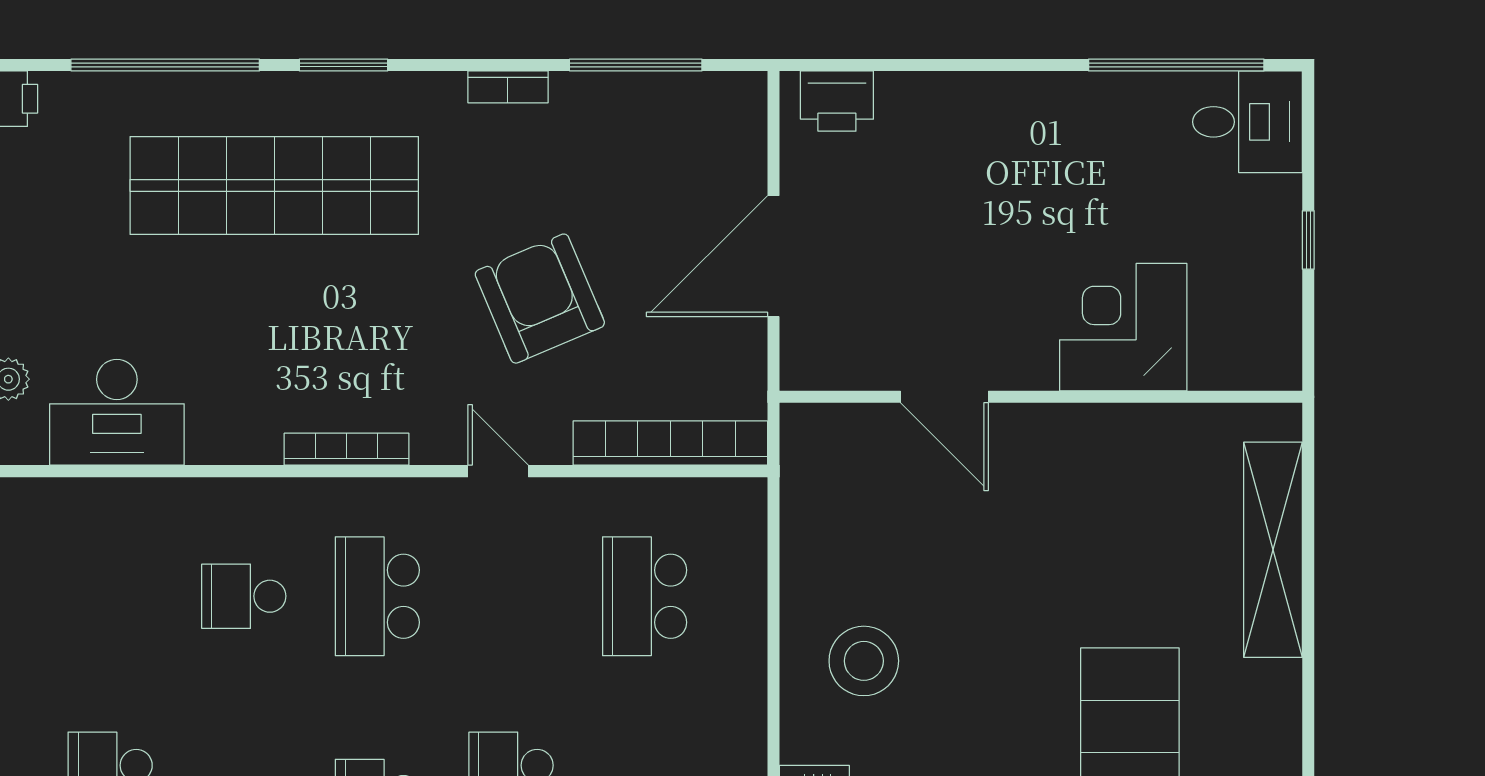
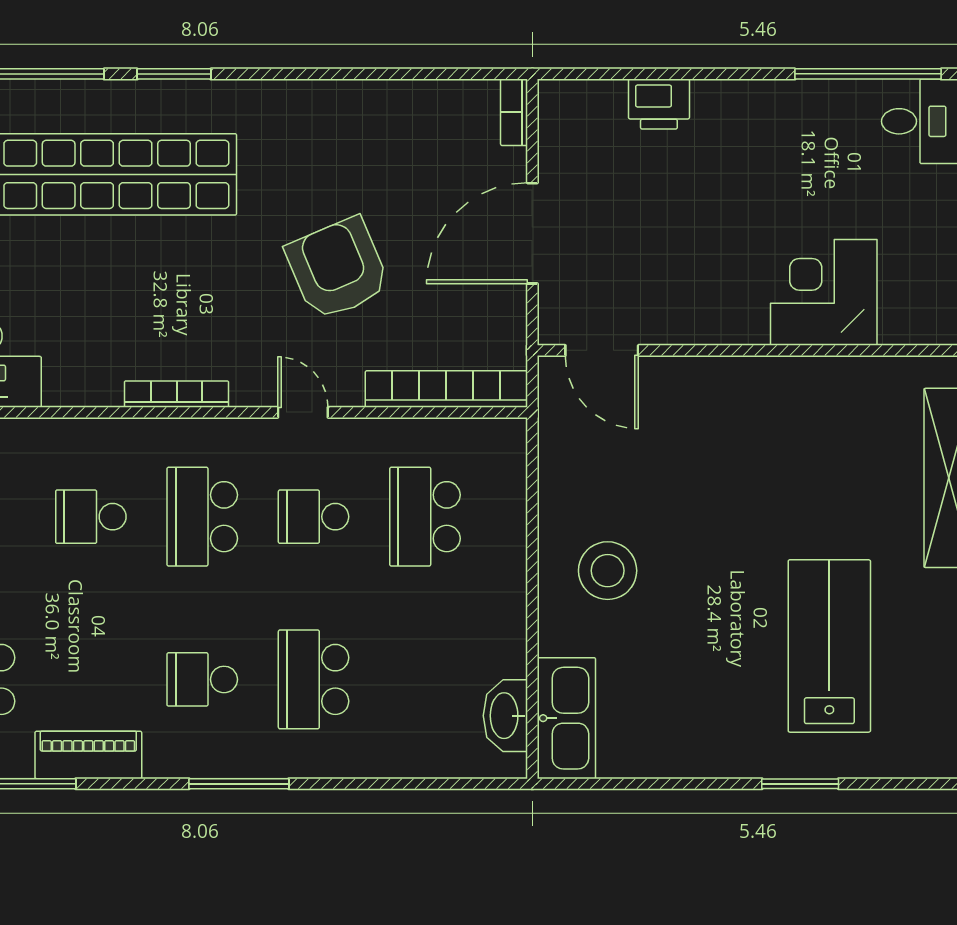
window: (636, 65) -> (417, 74), removed
bookcase: (508, 87) -> (514, 112), moved, turned 90
printer: (837, 101) -> (659, 104), moved
door: (944, 397) -> (602, 350), moved
school desk: (511, 596) -> (314, 517), added

